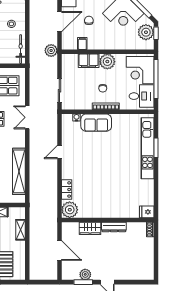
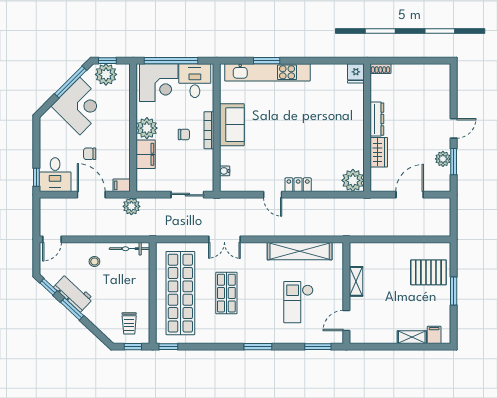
filing cabinet: (82, 43) -> (122, 185), moved
sofa: (96, 123) -> (232, 125), moved
locker: (67, 189) -> (298, 185), moved
shelving: (21, 230) -> (381, 249), removed

